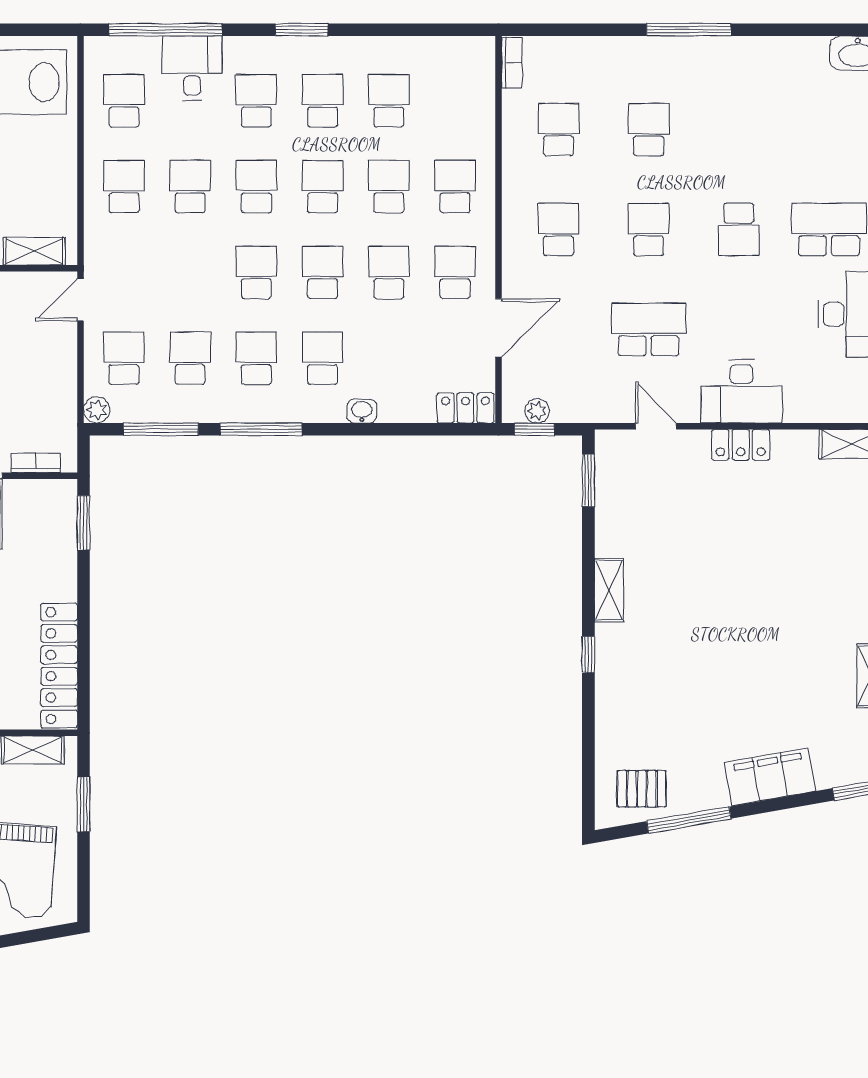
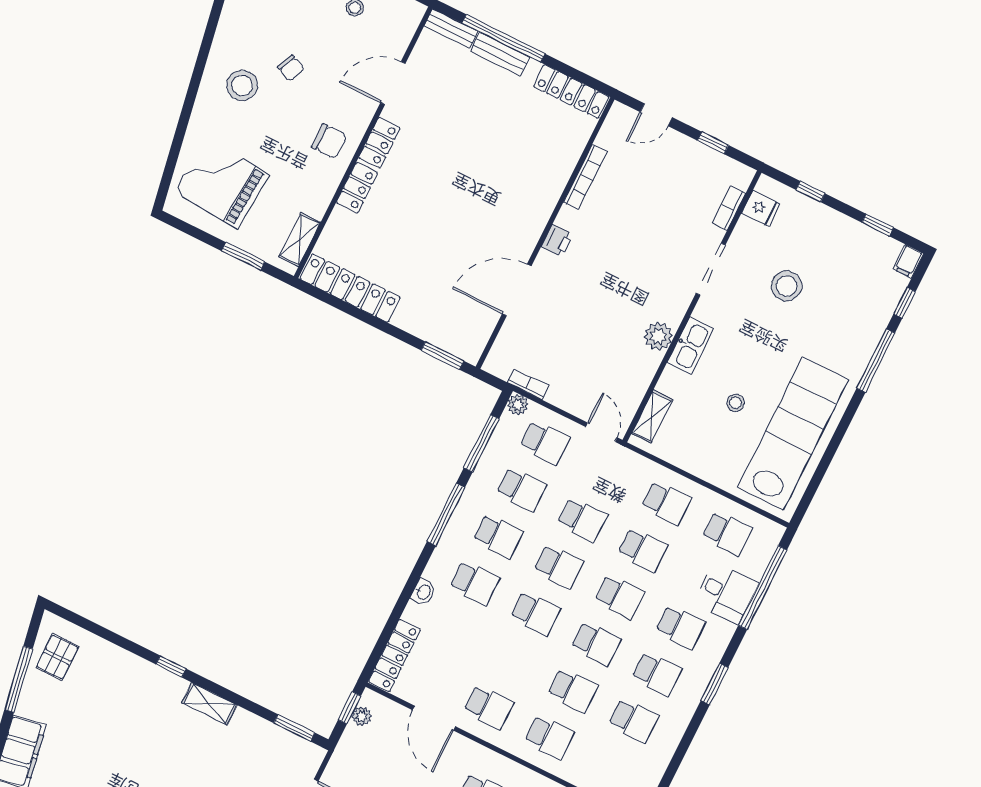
school desk: (389, 272) -> (582, 520), moved
locker: (465, 408) -> (395, 655), width x1.53
bookcase: (36, 463) -> (528, 384), moved, turned -90

